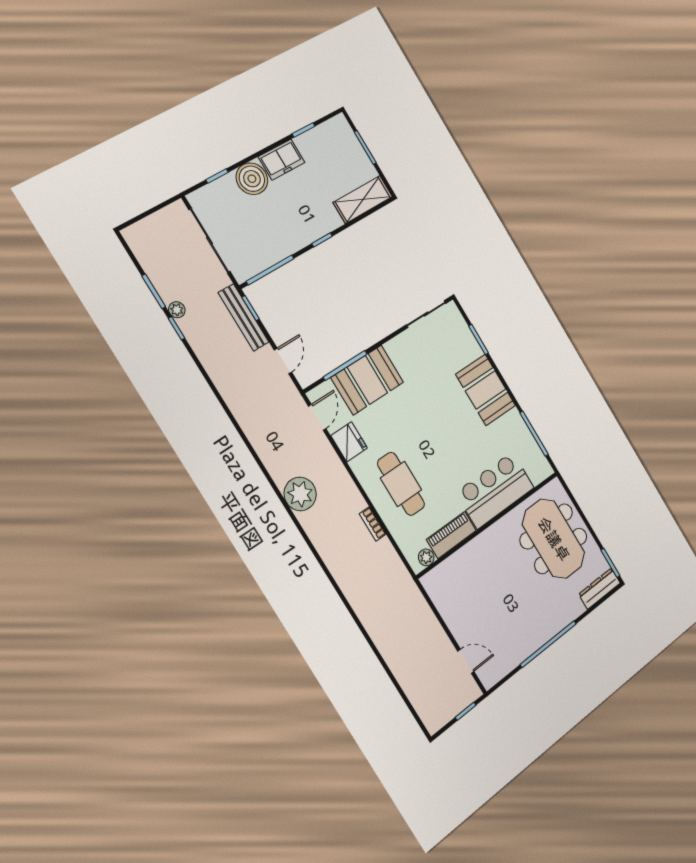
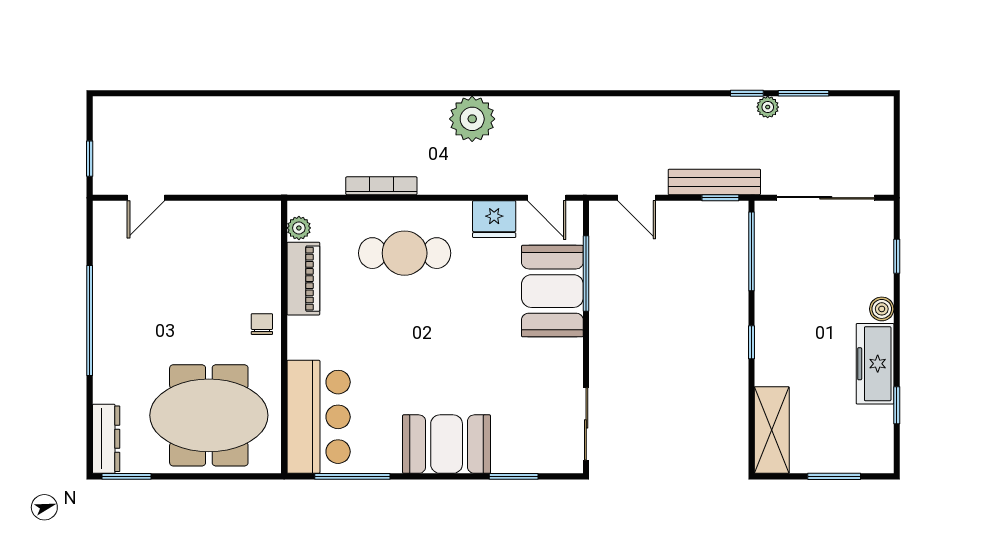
freezer: (281, 160) -> (875, 364), width x1.40
boiler: (252, 179) -> (882, 309), width x0.54, depth x0.54
bar counter: (495, 490) -> (319, 417), moved
bookcase: (373, 524) -> (381, 186), width x1.56
chair: (490, 542) -> (262, 324), added

